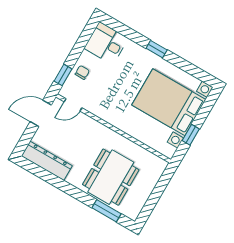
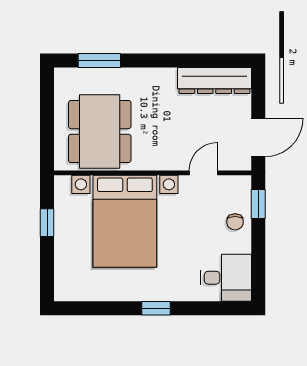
bed with nightstands: (169, 102) -> (125, 221), moved, turned 90
door: (73, 105) -> (203, 173), moved
dining table: (111, 177) -> (100, 131), moved

